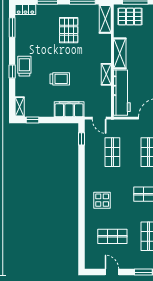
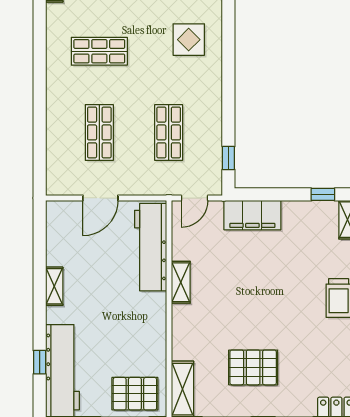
pallet: (69, 30) -> (253, 367), turned 90
shelving: (120, 53) -> (155, 322), removed
trolley: (60, 79) -> (270, 273), removed
door: (99, 118) -> (194, 198), swing flipped

